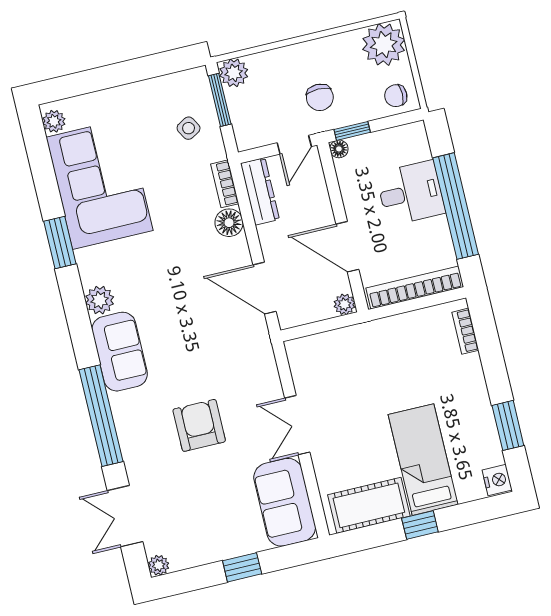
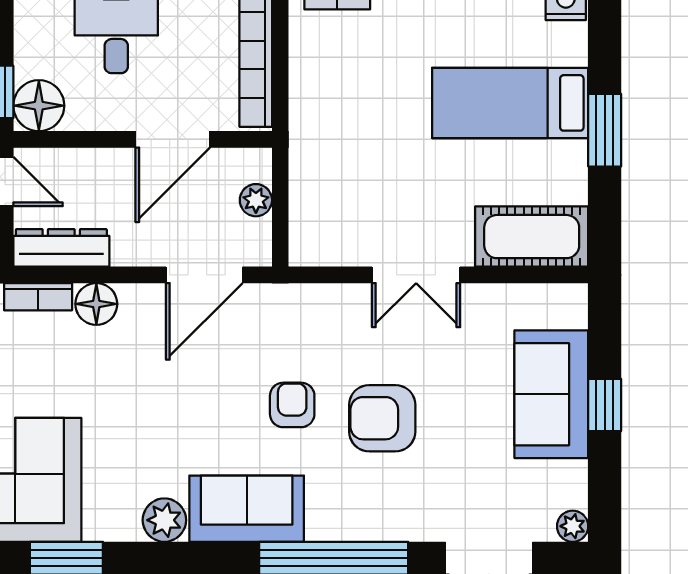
floor lamp: (339, 149) -> (39, 106), width x1.89, depth x1.89
plant: (344, 304) -> (256, 200), moved
armchair: (194, 365) -> (292, 405), added
sofa: (285, 502) -> (551, 394), moved, turned 90
cot: (369, 505) -> (532, 237), moved, turned 90
window: (420, 525) -> (605, 130), width x1.50

